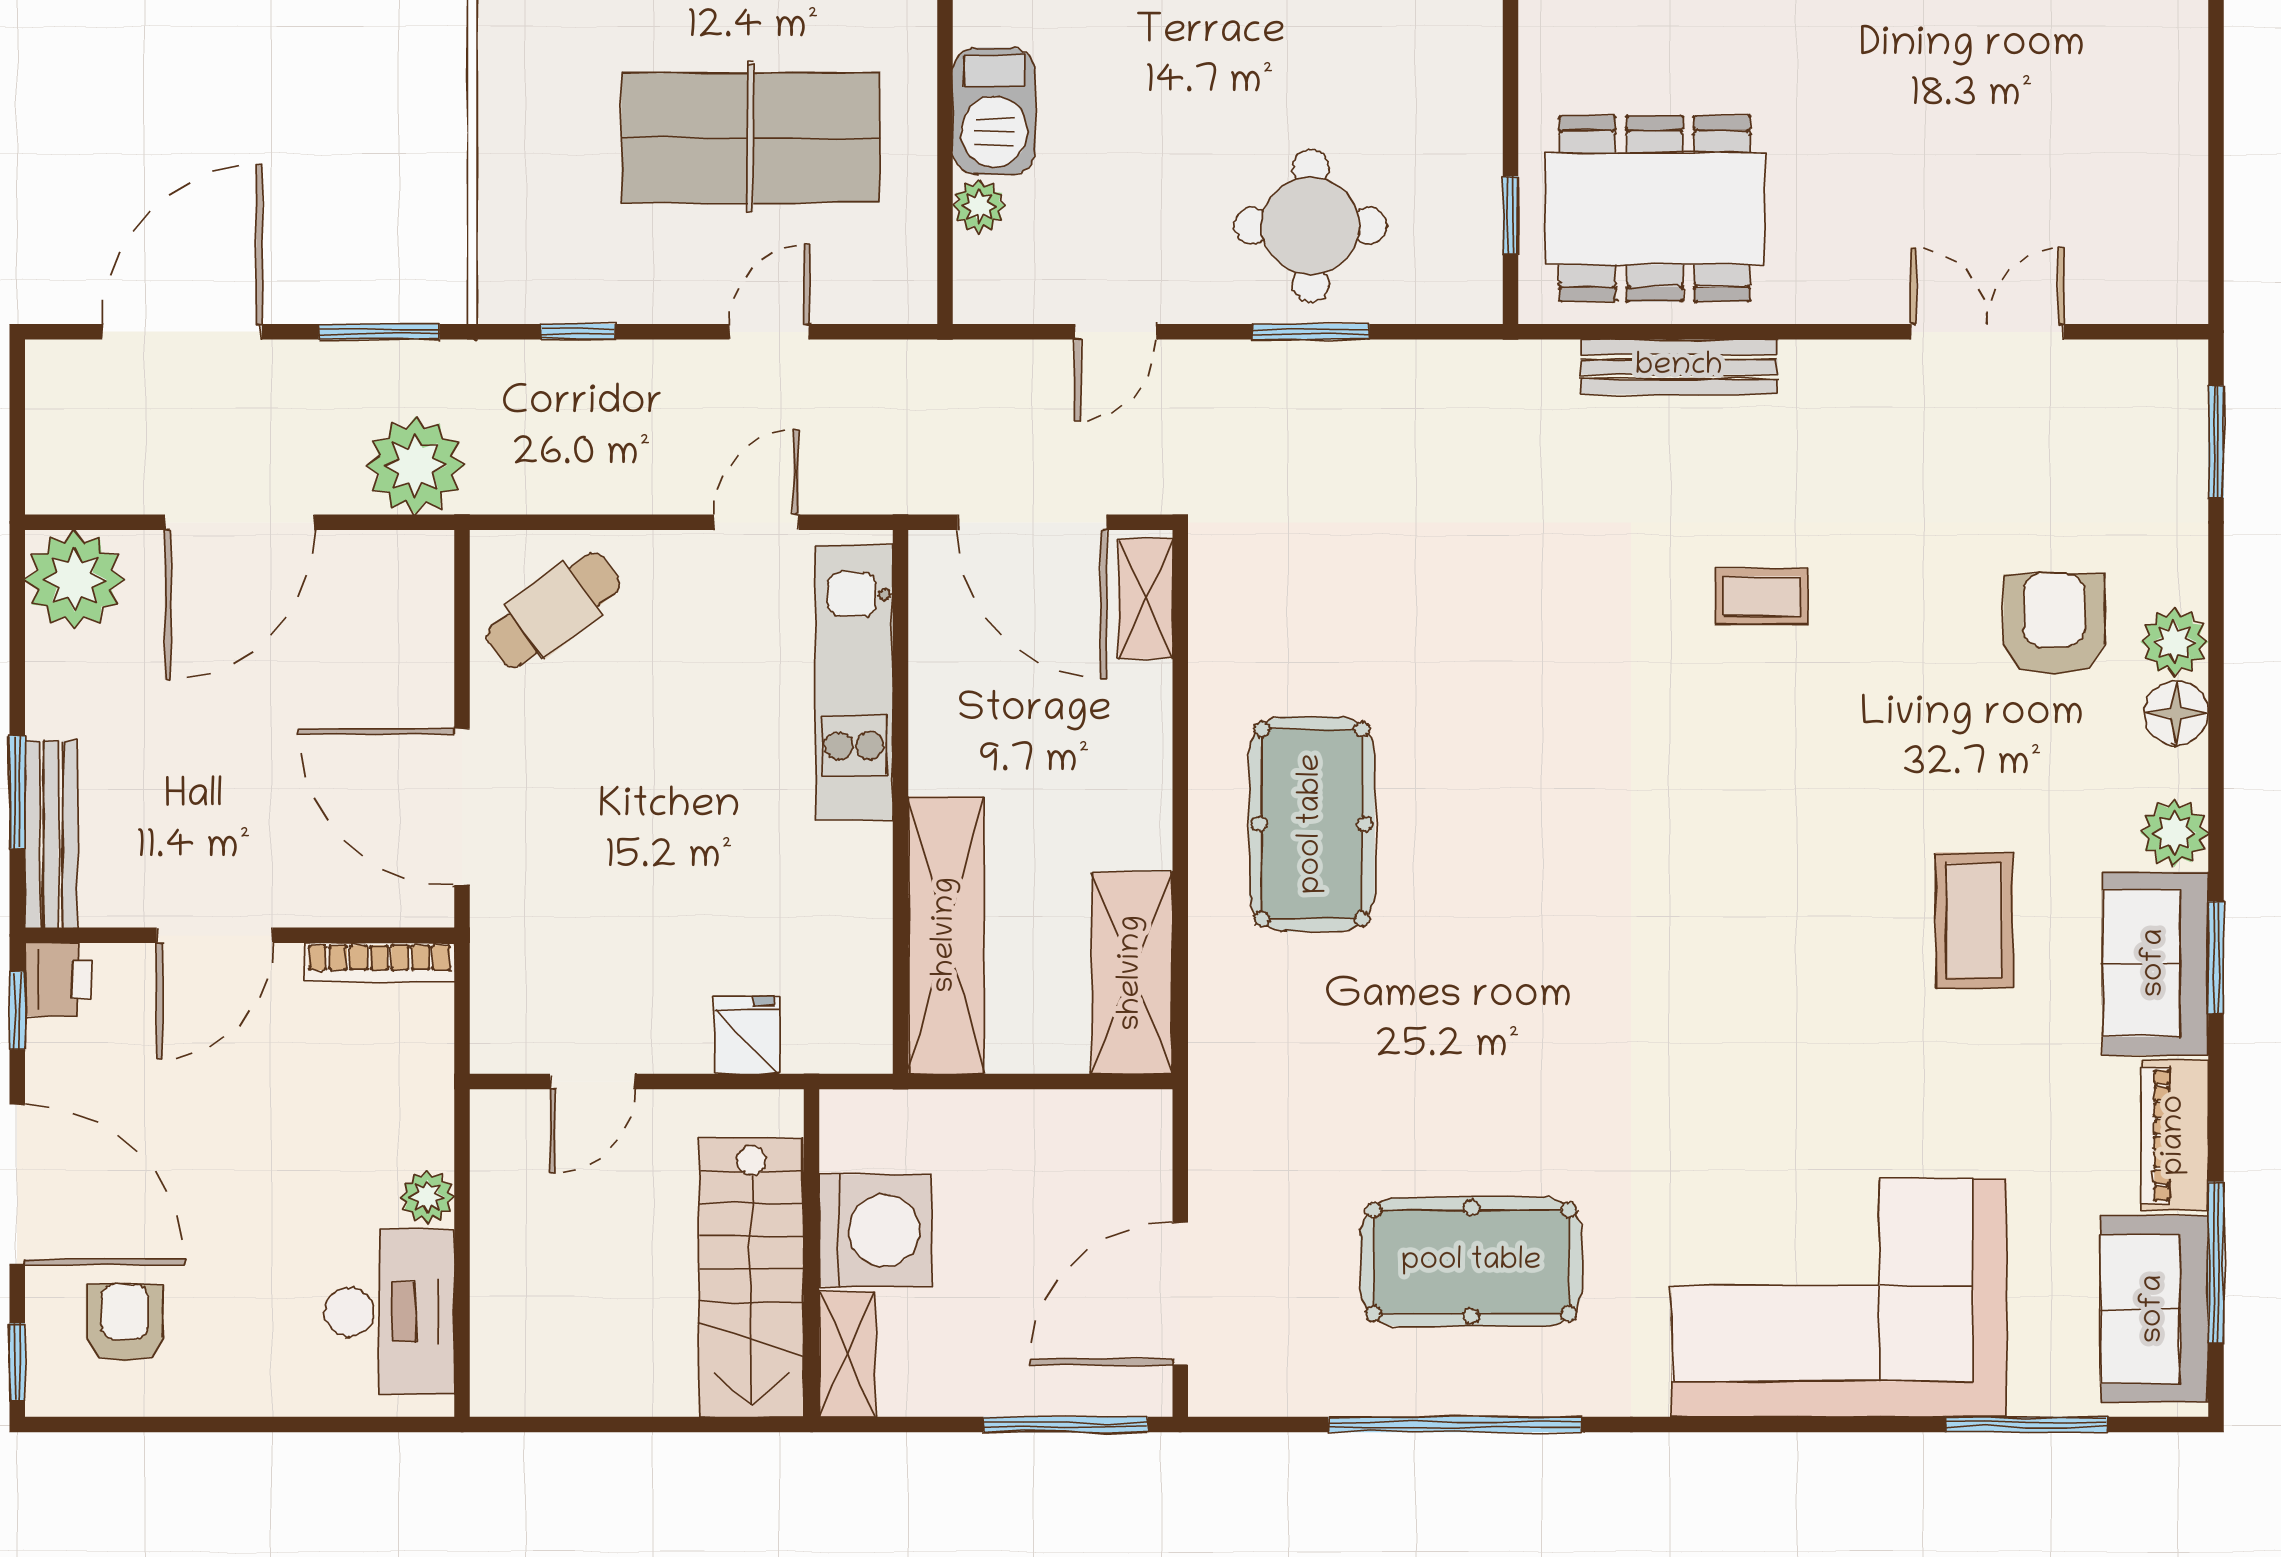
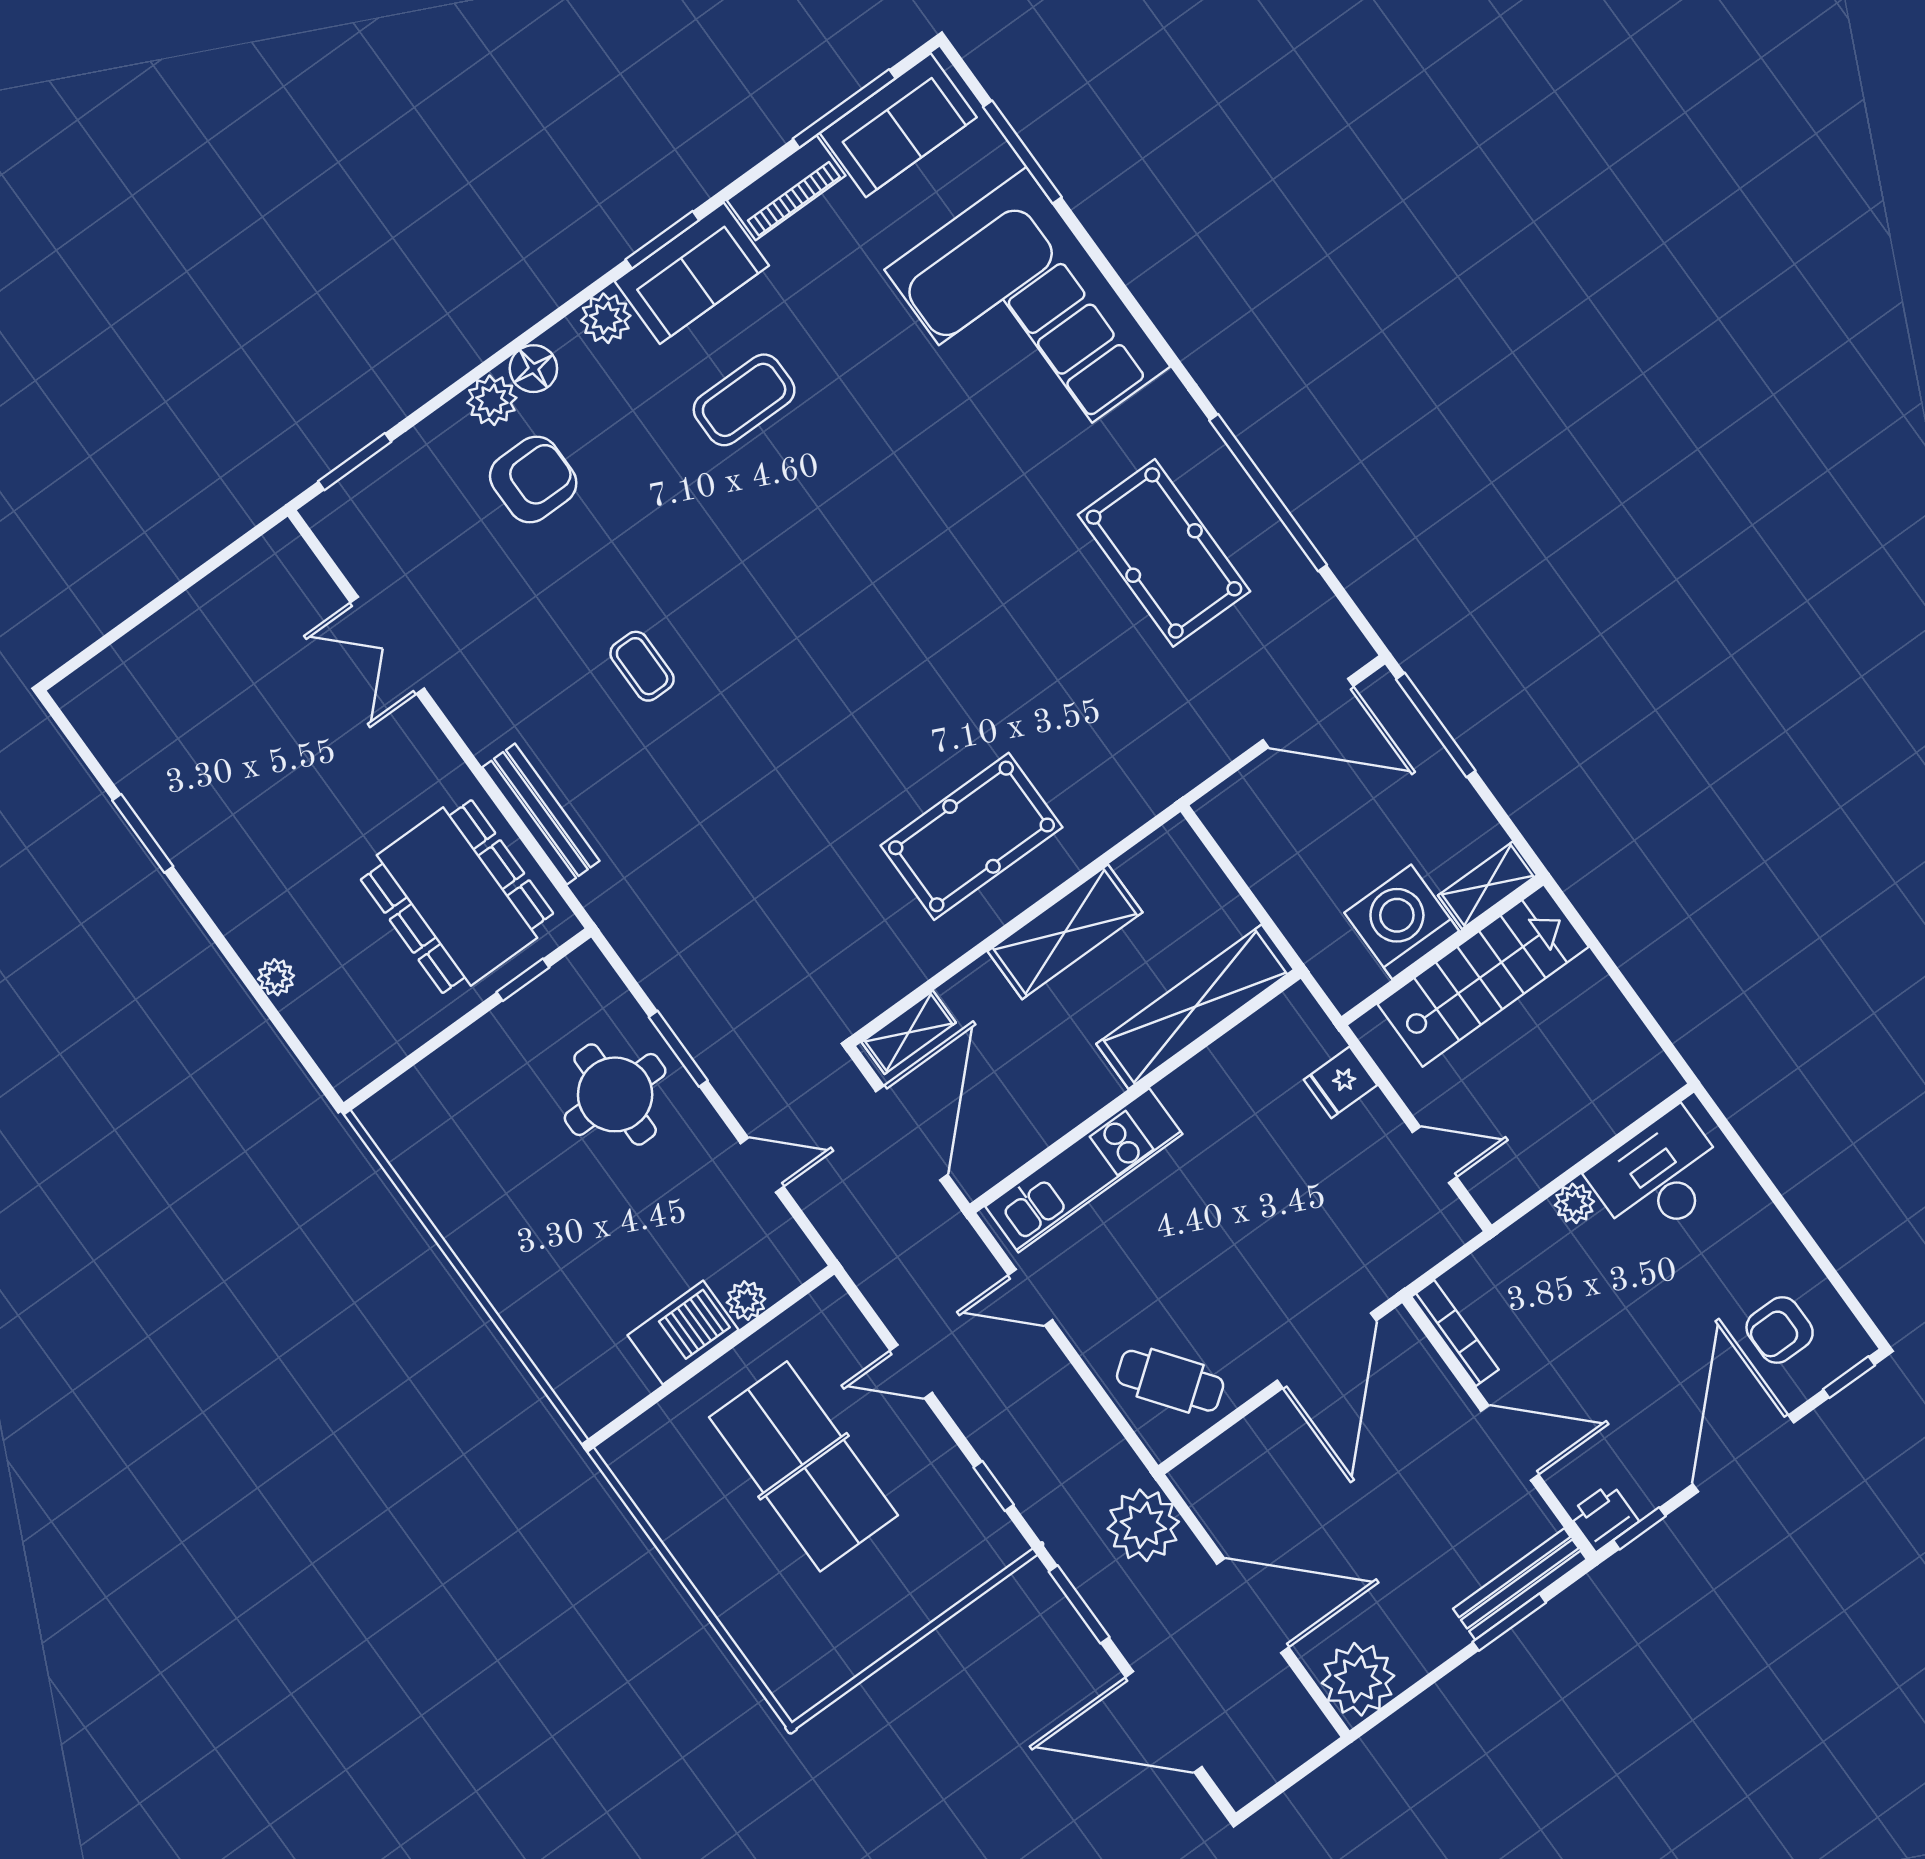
armchair: (2054, 624) -> (533, 479), turned 180
shelving: (1132, 973) -> (1065, 932), moved

